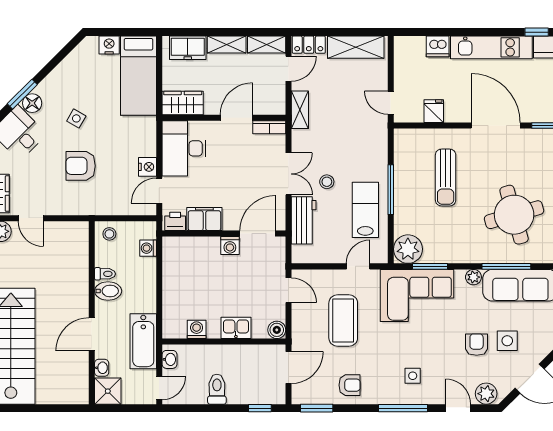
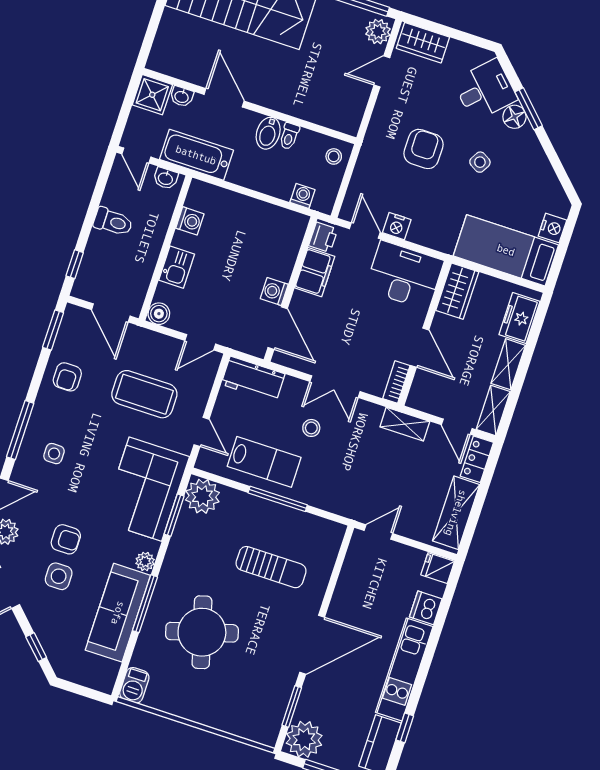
fridge: (434, 111) -> (438, 568), moved, turned 180
sun lounger: (446, 178) -> (271, 567), turned 180
workbench: (304, 220) -> (253, 379), moved

